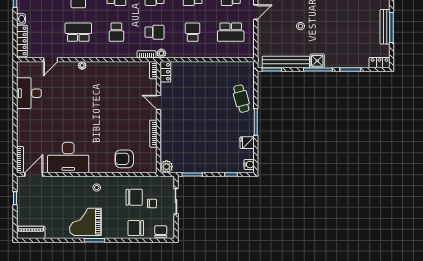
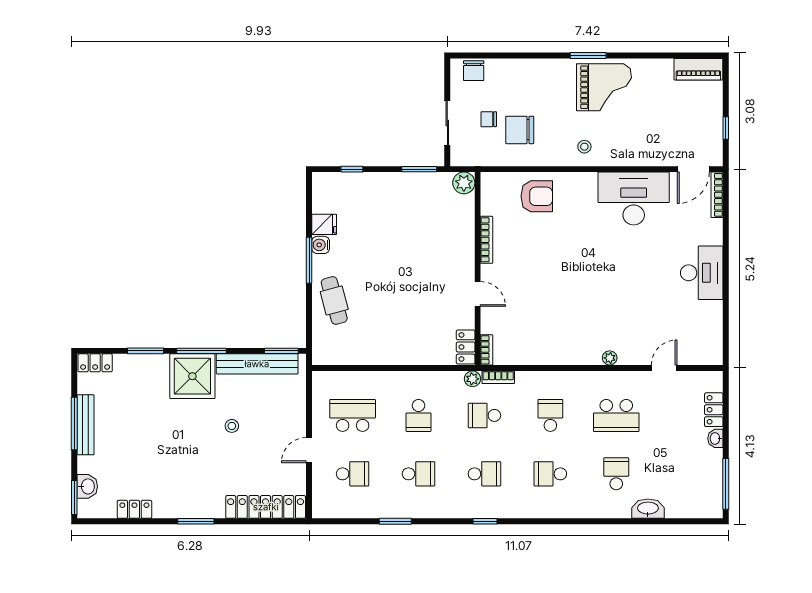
locker: (22, 41) -> (714, 410), width x0.66
shower: (317, 61) -> (192, 376), width x1.86, depth x1.86
desk: (29, 93) -> (702, 273), moved
water cooler: (249, 164) -> (321, 245), moved
chair: (136, 228) -> (517, 77), removed

